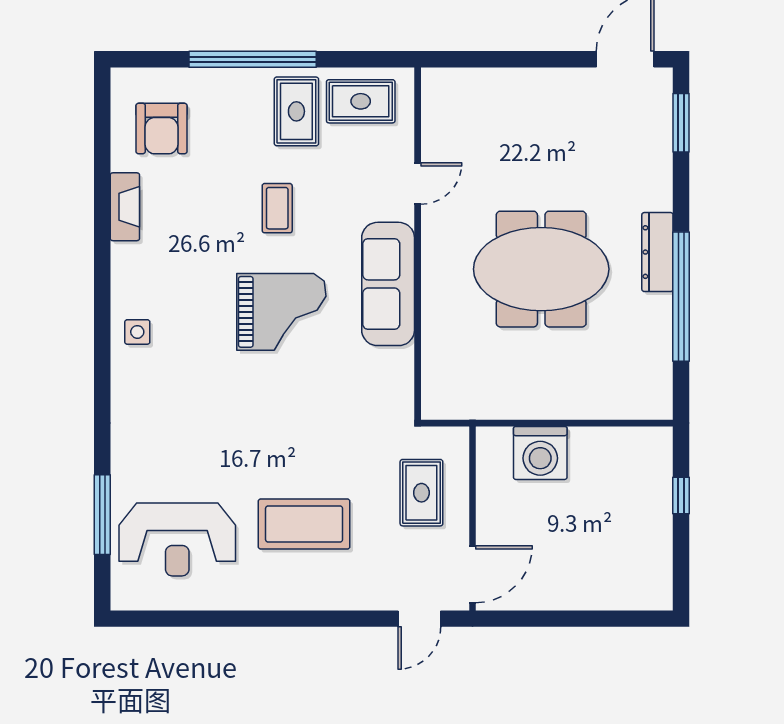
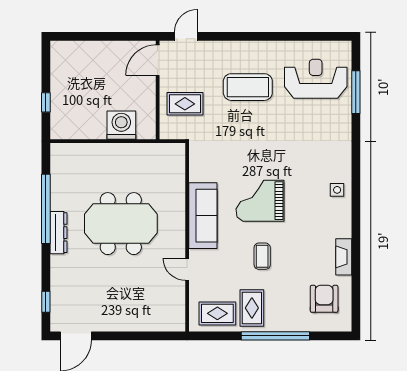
window: (681, 123) -> (46, 302), width x0.67
door: (418, 184) -> (187, 269), hinge flipped
rug: (421, 493) -> (185, 104), turned 90

